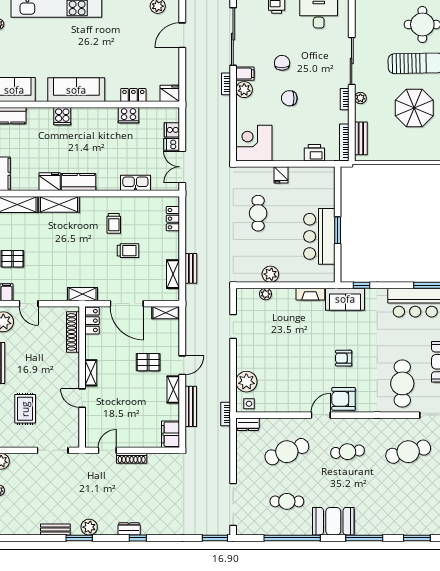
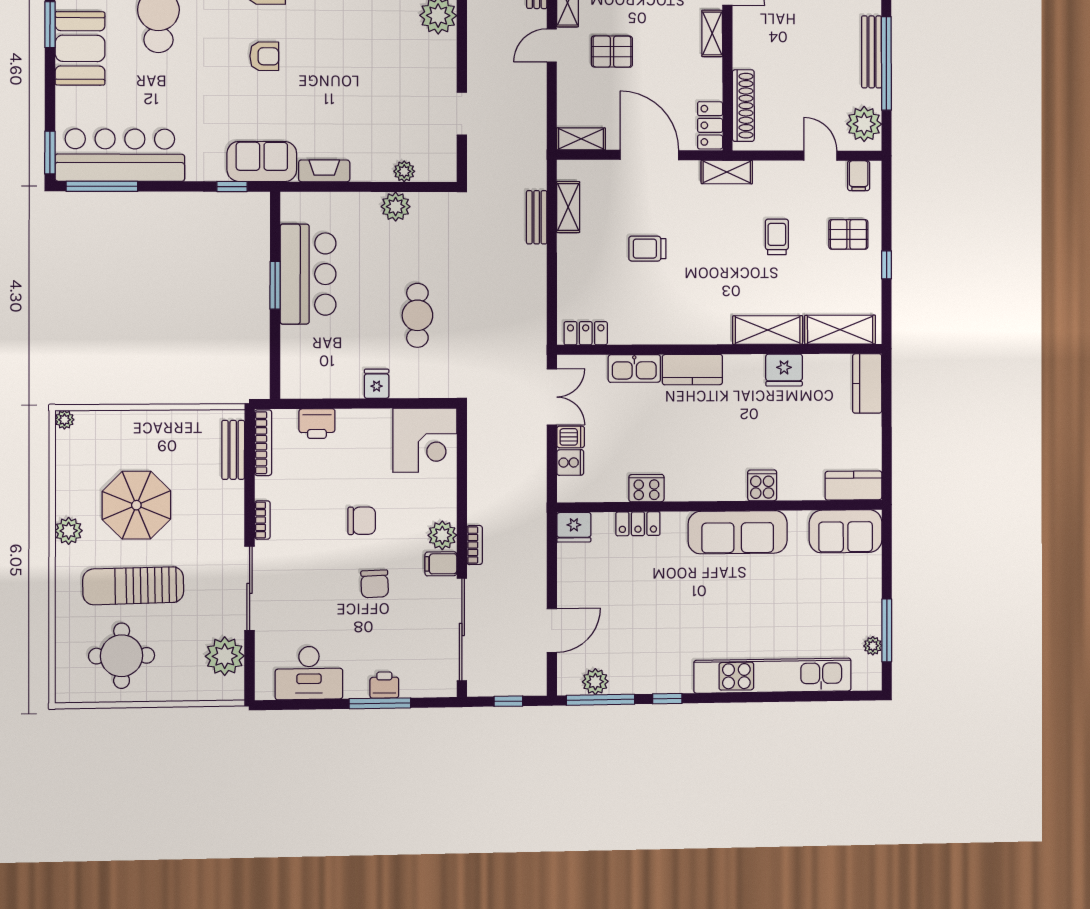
plant: (360, 98) -> (225, 656), moved, width x1.88, depth x1.88
kitchen counter: (78, 182) -> (692, 370), moved
locker: (173, 219) -> (586, 333), moved, turned -90
trolley: (114, 223) -> (777, 237), moved

